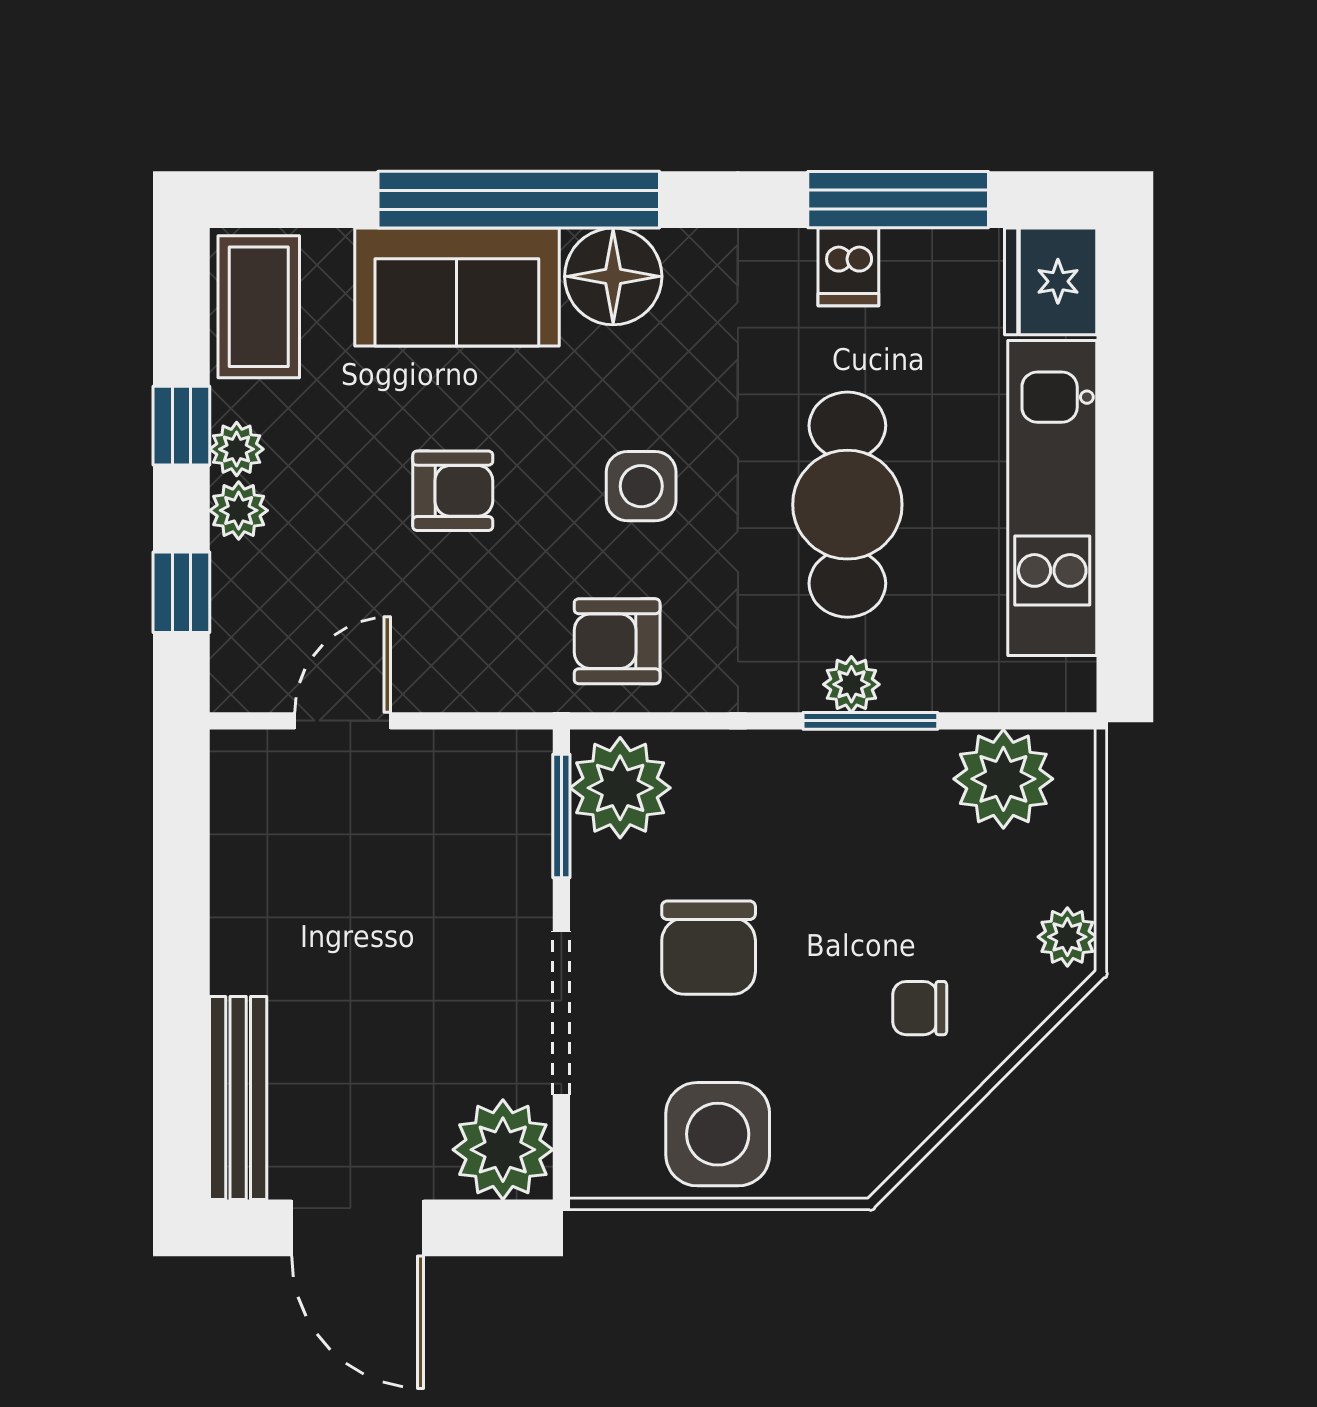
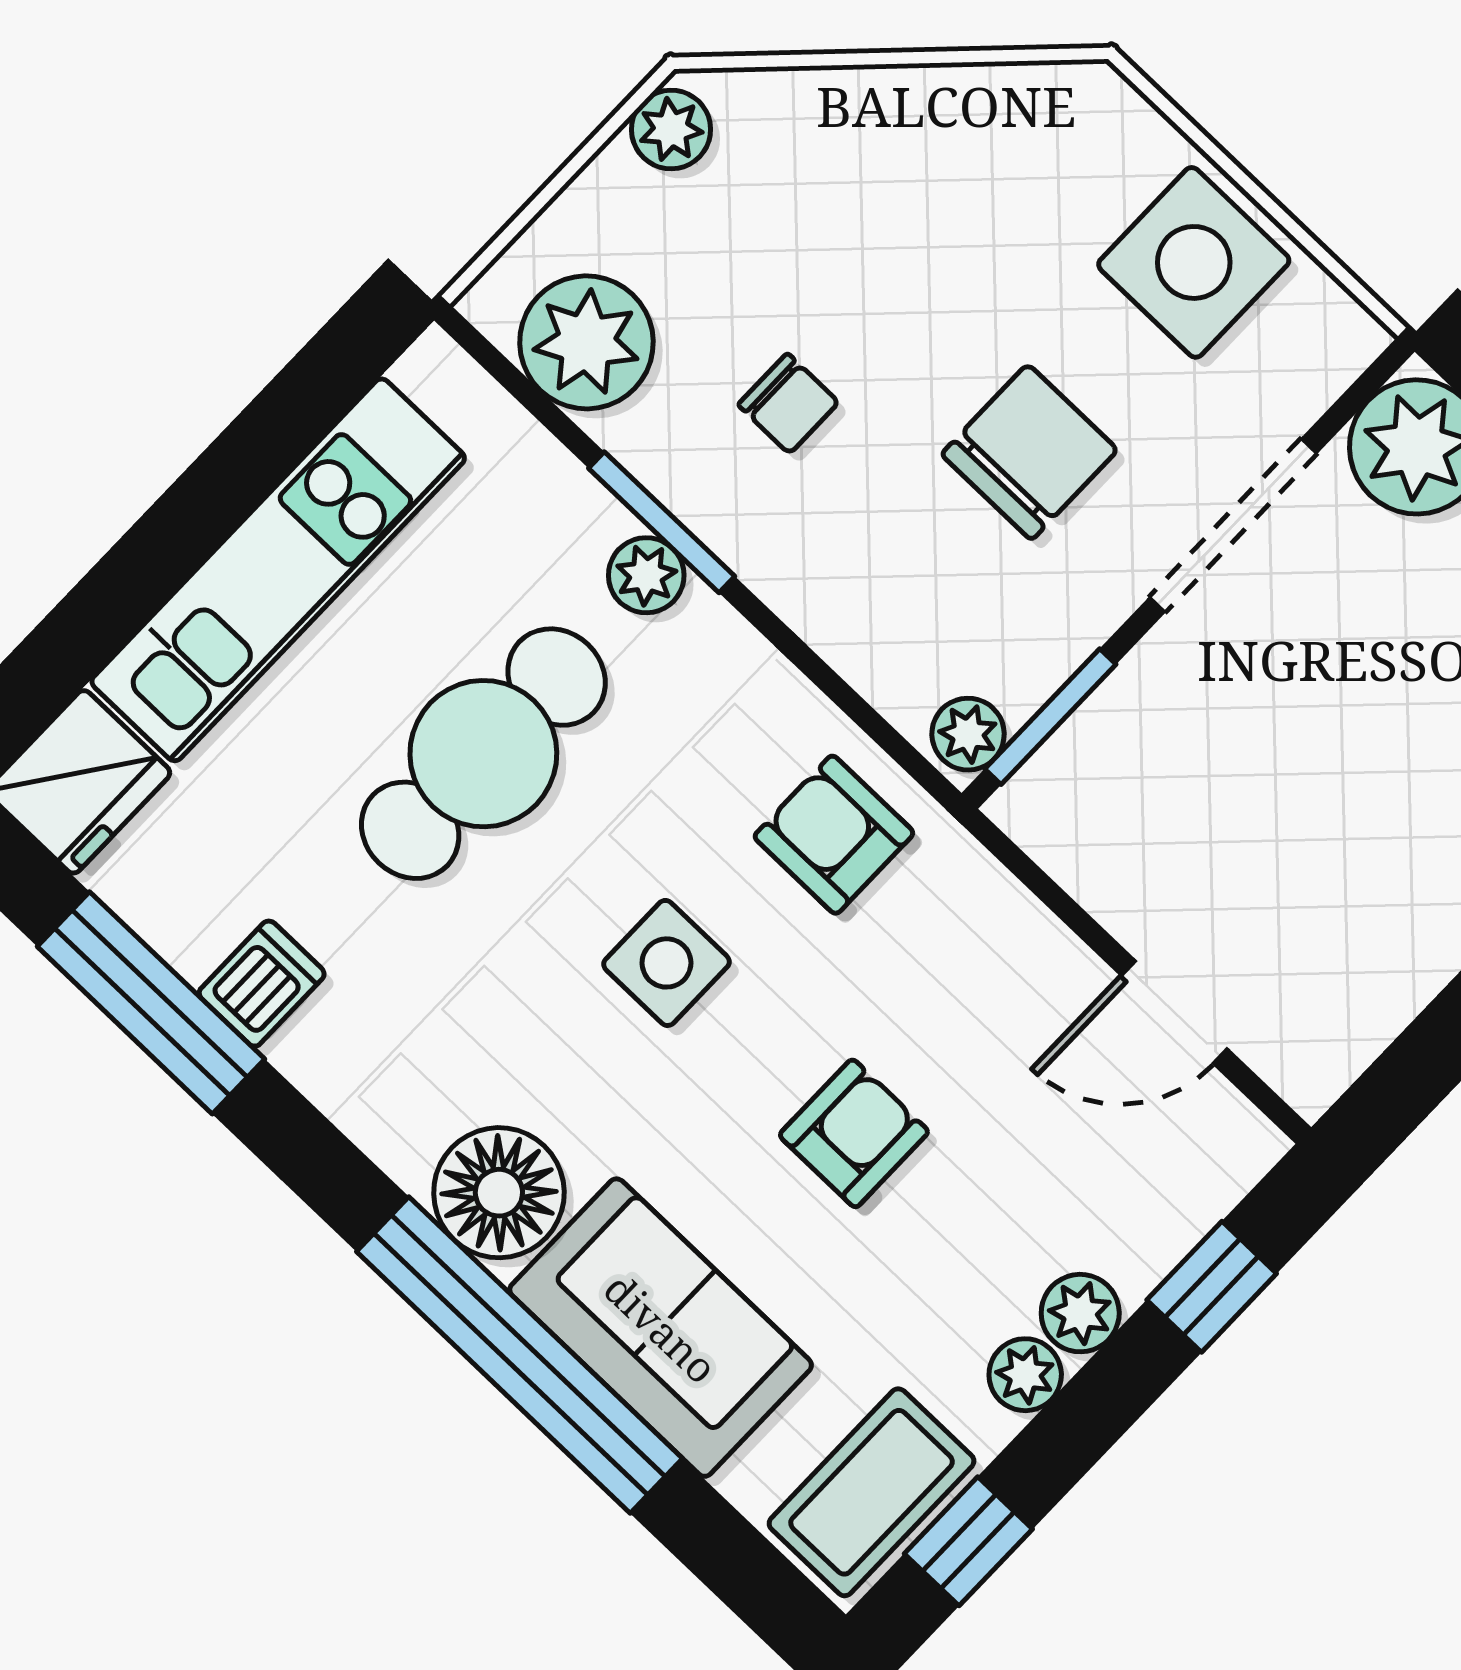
window: (181, 426) -> (968, 1541), moved
armchair: (453, 491) -> (854, 1133), turned 90
armchair: (617, 641) -> (834, 835), turned 180
plant: (620, 788) -> (968, 734), width x0.53, depth x0.53
chair: (920, 1008) -> (788, 404), moved

